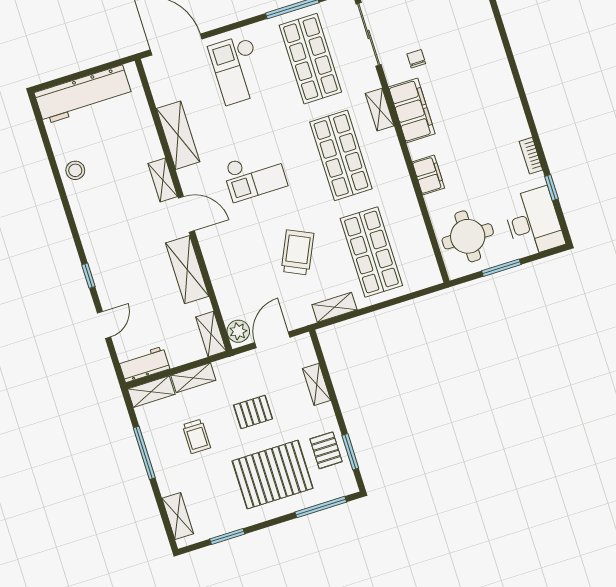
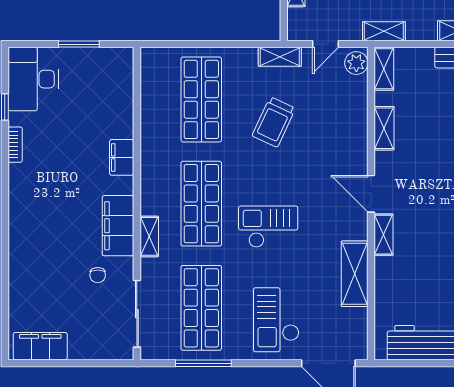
checkout: (237, 70) -> (276, 320), turned 180
checkout: (255, 175) -> (268, 227), moved
round table: (468, 236) -> (102, 85), removed
shelving: (187, 270) -> (384, 128), width x0.67, depth x0.75
shelving: (334, 307) -> (280, 57), moved
door: (272, 340) -> (326, 44), width x0.73
shelving: (193, 378) -> (384, 31), moved

